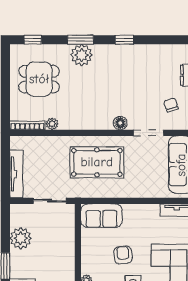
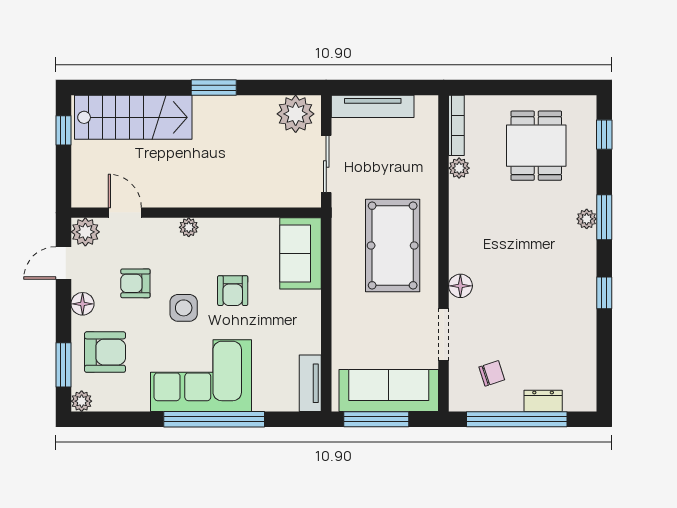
plant: (82, 55) -> (587, 219), width x0.53, depth x0.53
plant: (21, 238) -> (296, 114), moved
armchair: (123, 255) -> (233, 291), turned 96

